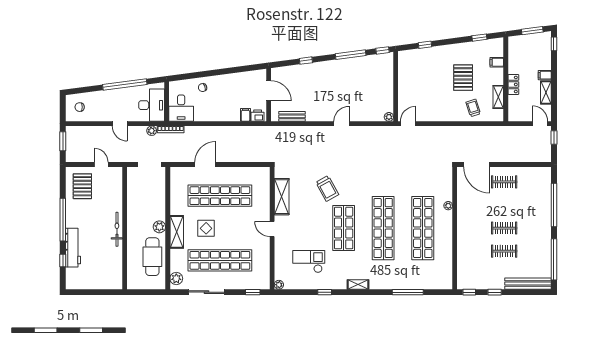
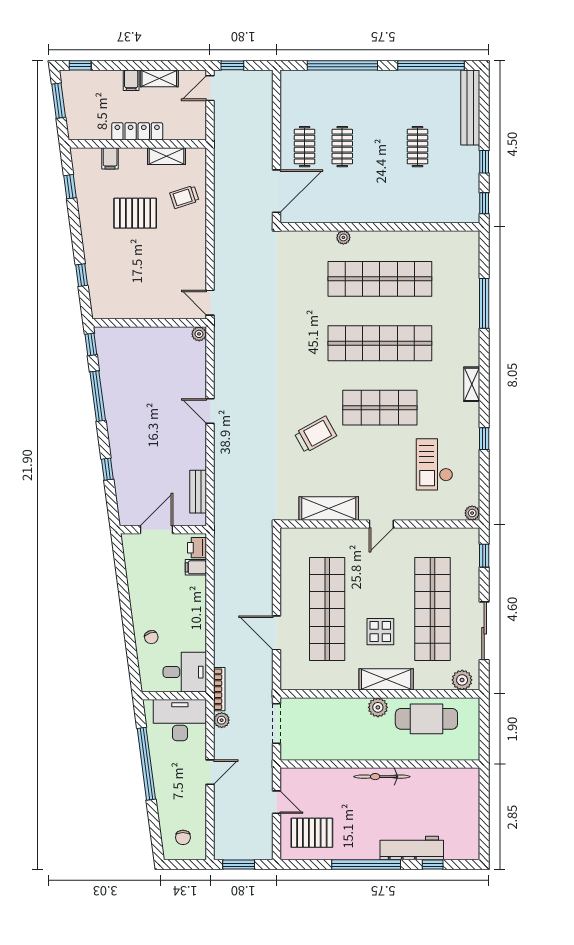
locker: (513, 84) -> (137, 131), width x1.53
door: (101, 164) -> (276, 802), swing flipped
clothes rail: (504, 228) -> (342, 147), moved

